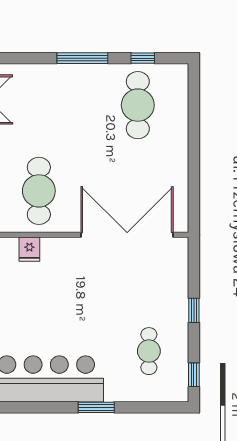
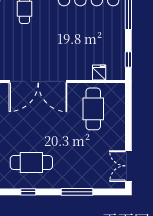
window: (82, 58) -> (77, 192), moved
cafe table: (138, 105) -> (31, 163), turned 90

